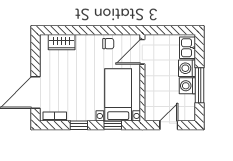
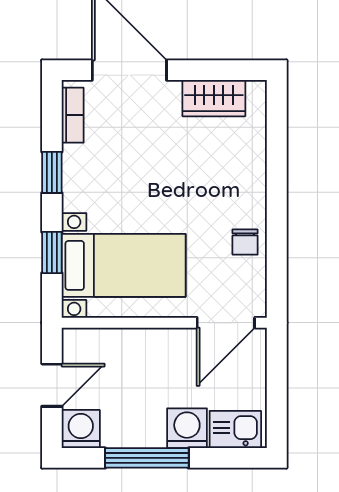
wardrobe: (62, 42) -> (214, 98), moved, turned -90
door: (142, 52) -> (226, 323), swing flipped
washing machine: (187, 86) -> (81, 429), moved
door: (169, 125) -> (52, 385), hinge flipped

